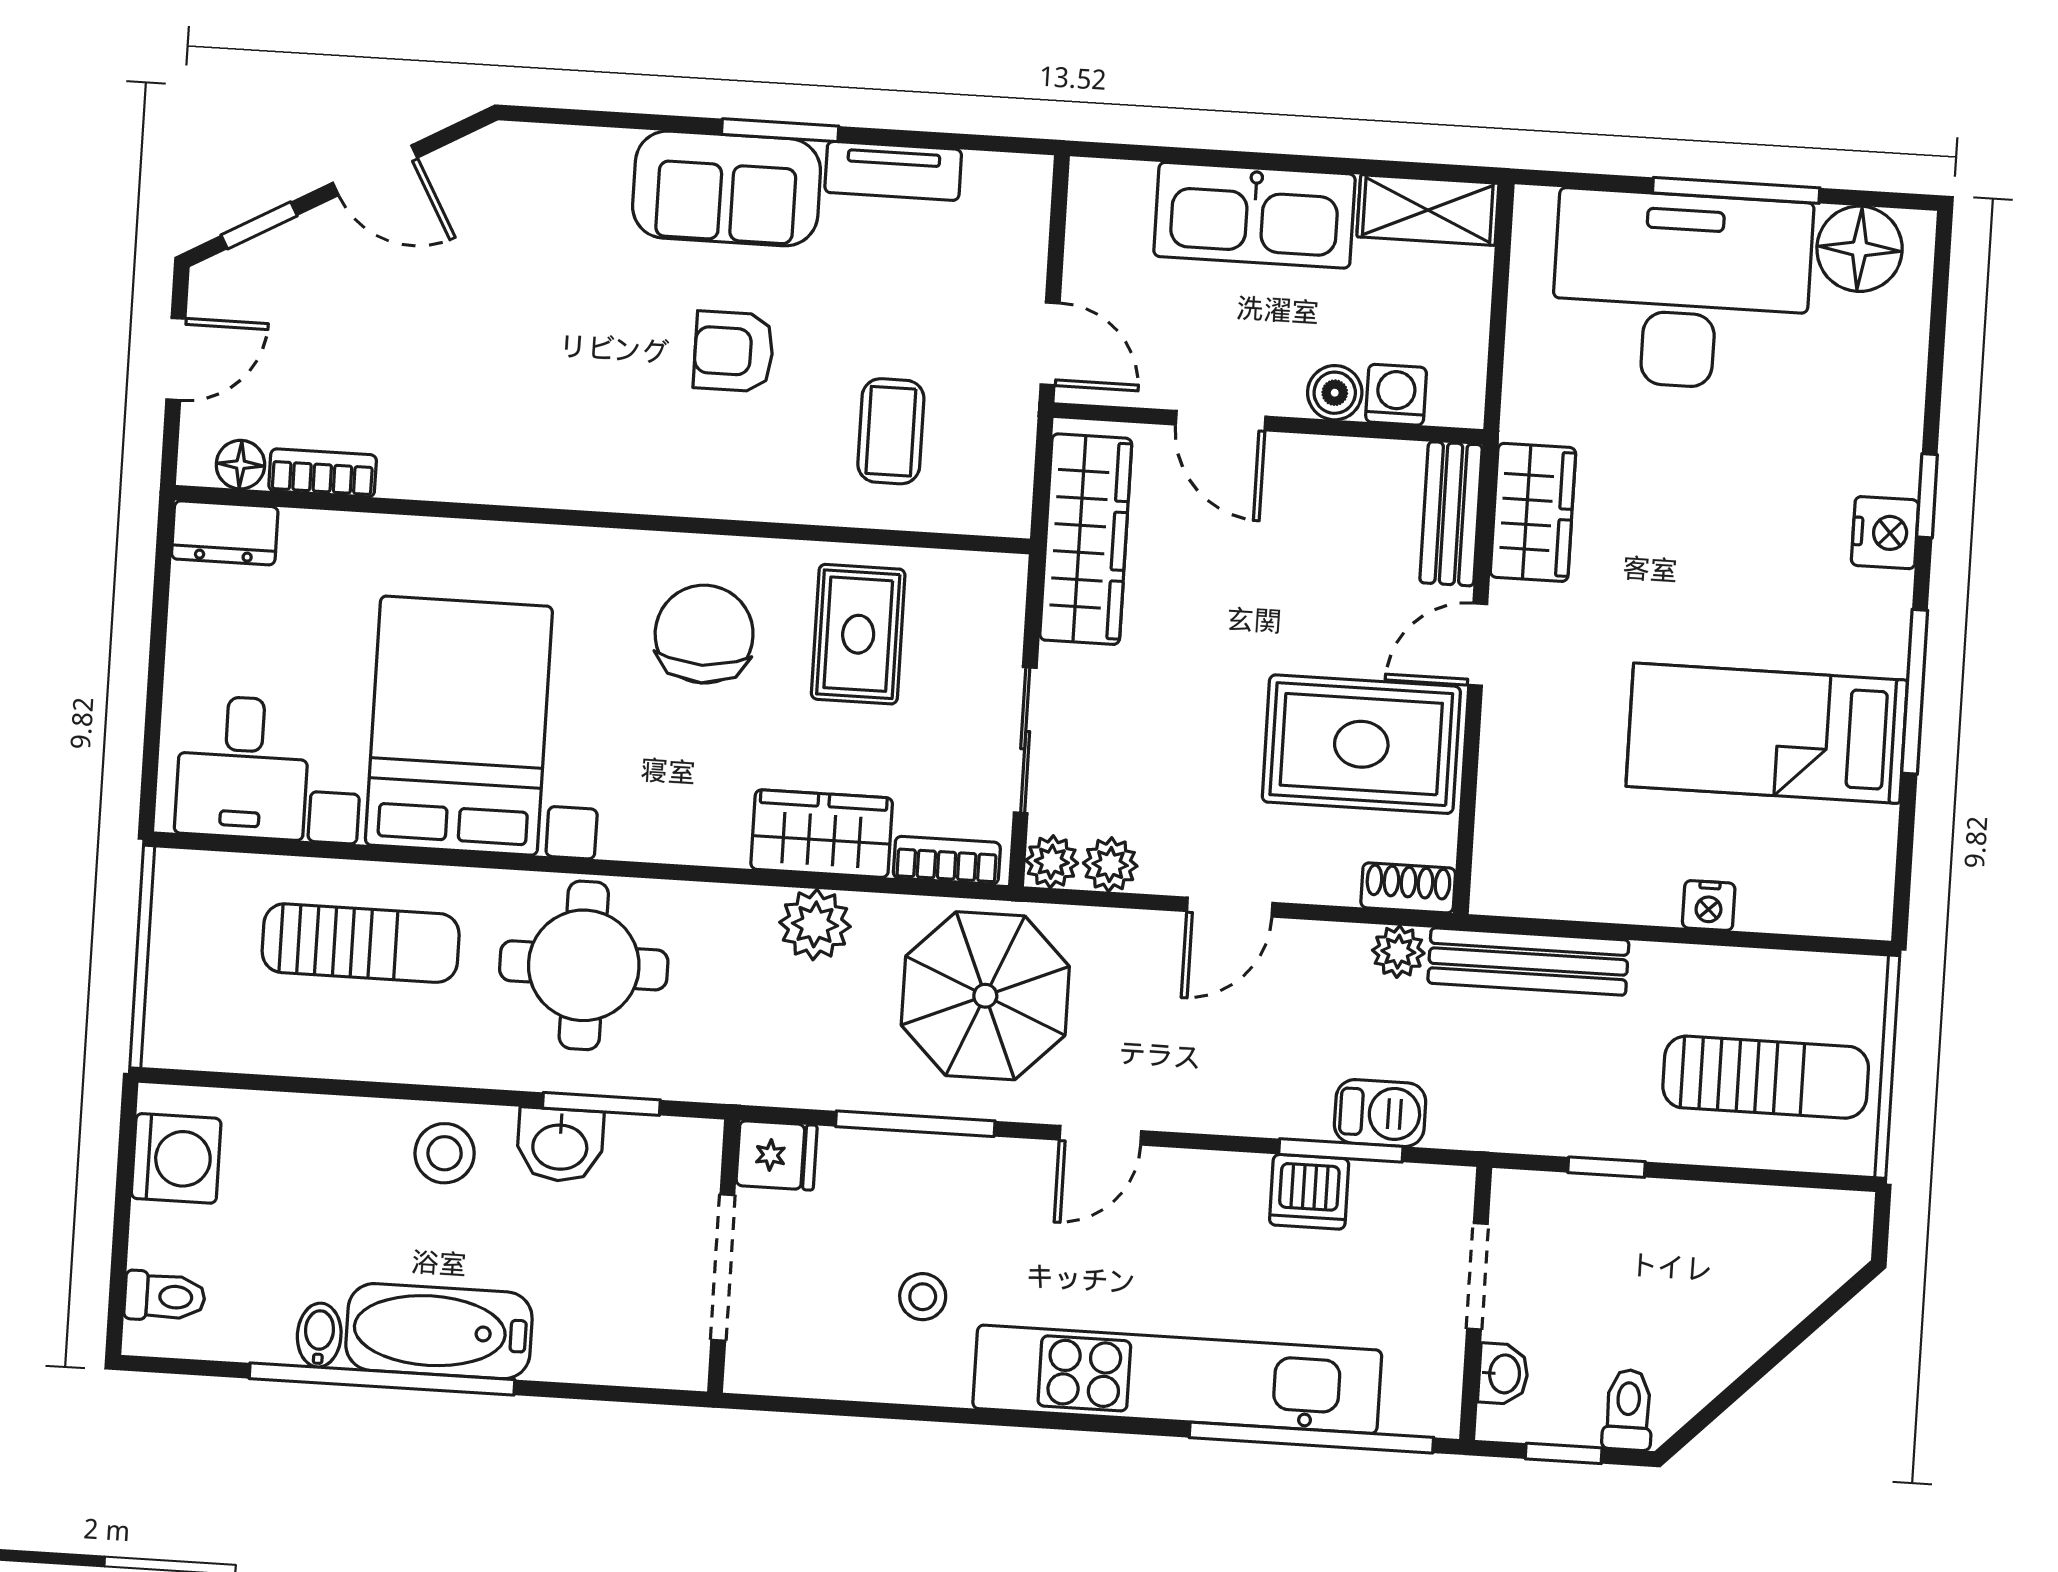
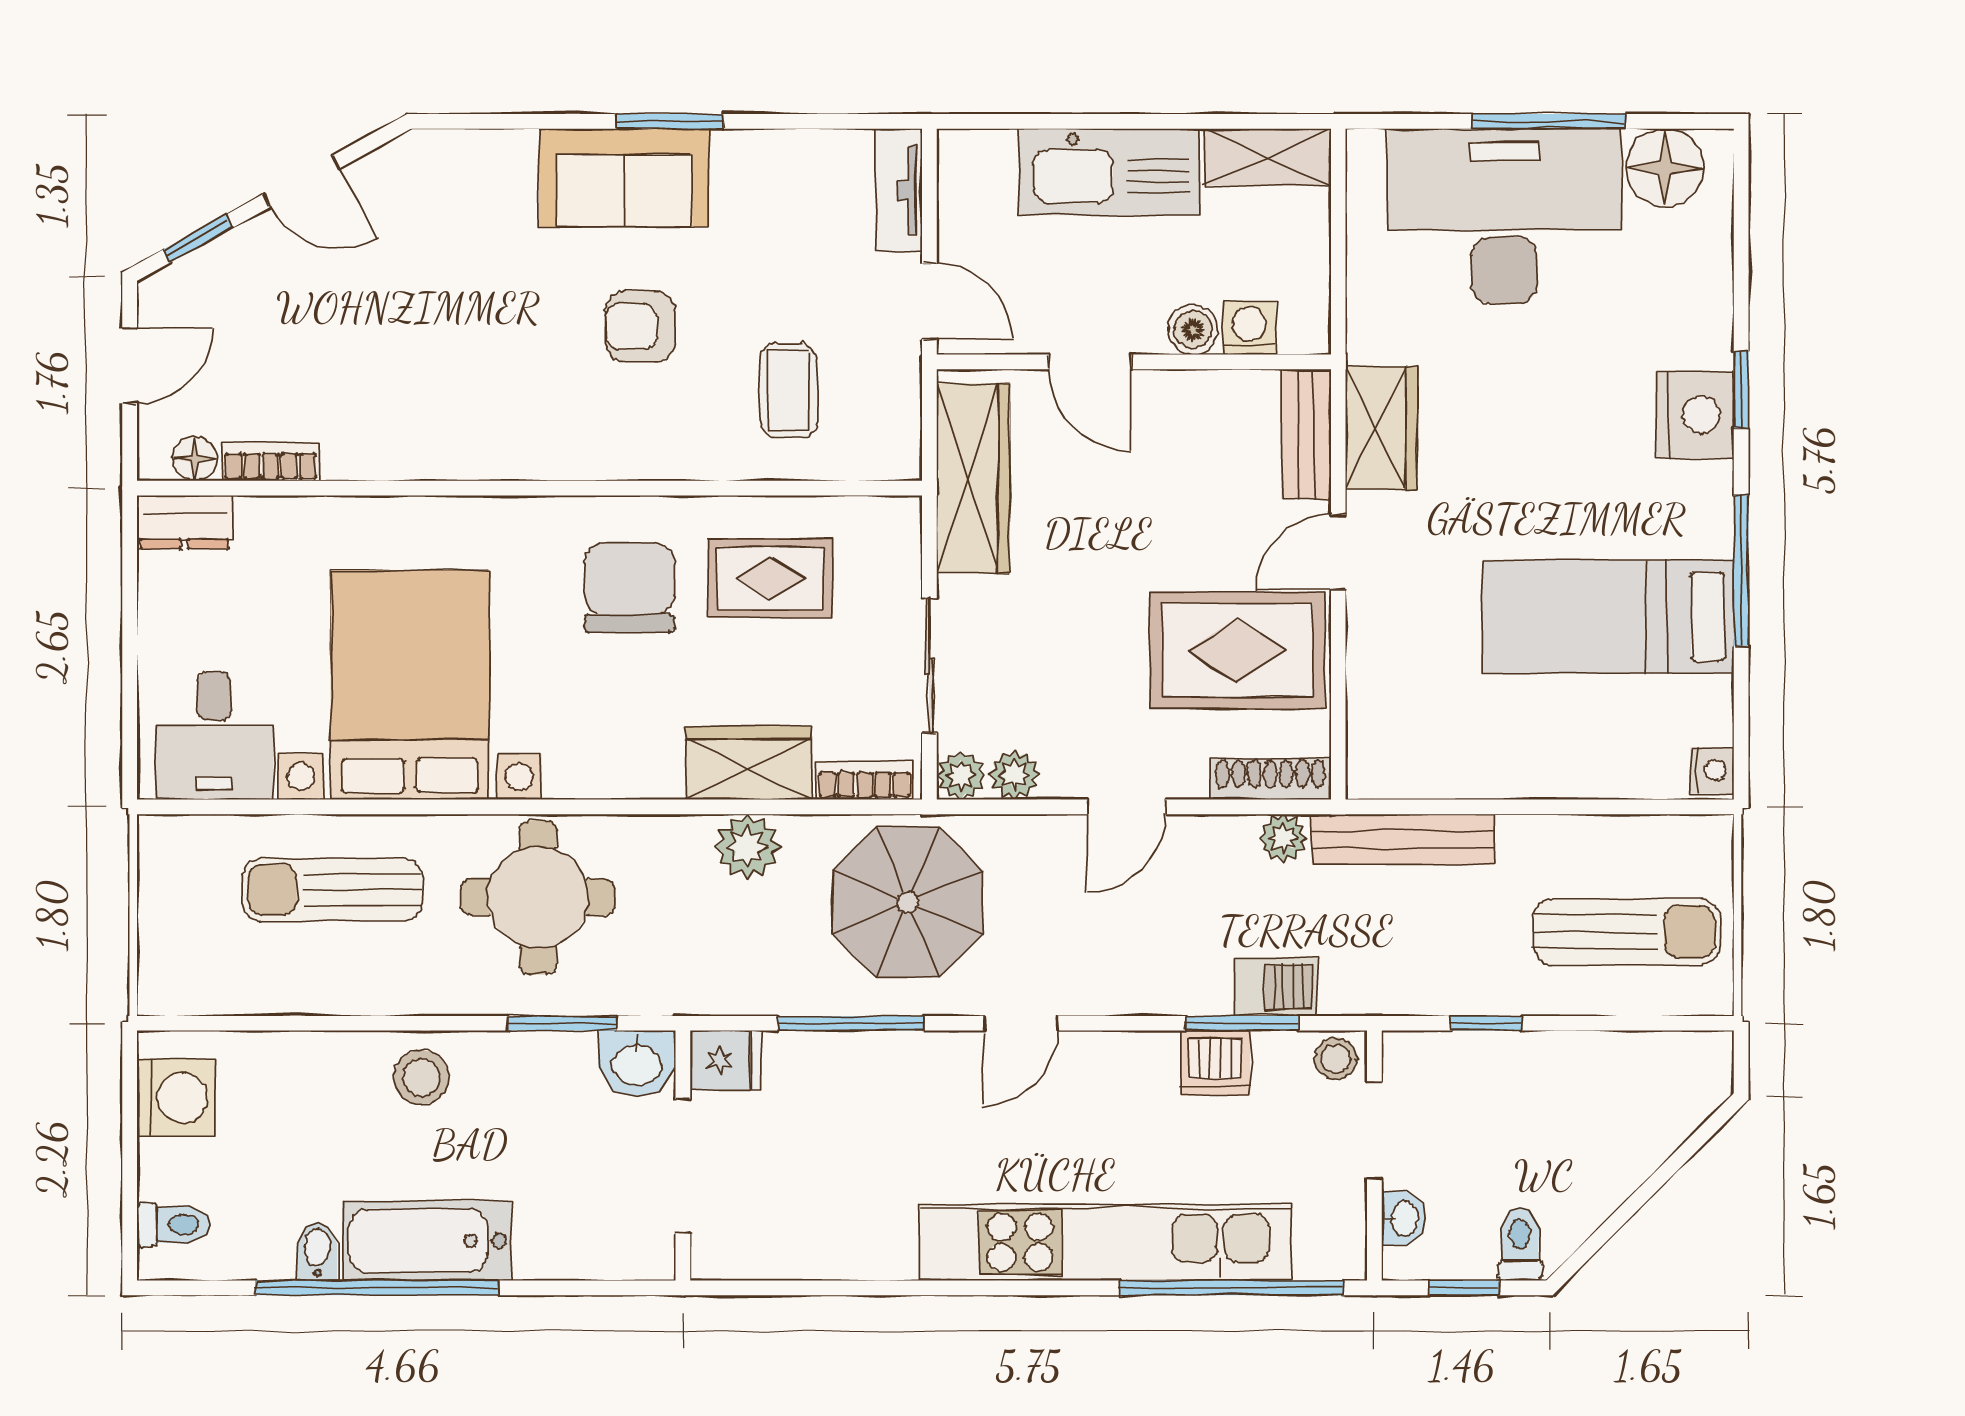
tv unit: (893, 171) -> (899, 190), moved, turned 90
nightstand: (1885, 533) -> (1695, 415), width x1.36, depth x1.33
rug: (858, 634) -> (770, 578), turned 90
shoe rack: (1408, 888) -> (1270, 779), width x1.43
nightstand: (1709, 906) -> (1712, 770), moved, turned -90
sun lounger: (361, 943) -> (333, 890), turned 180
washbasin: (560, 1145) -> (637, 1063), moved
stool: (923, 1297) -> (1336, 1059), moved

